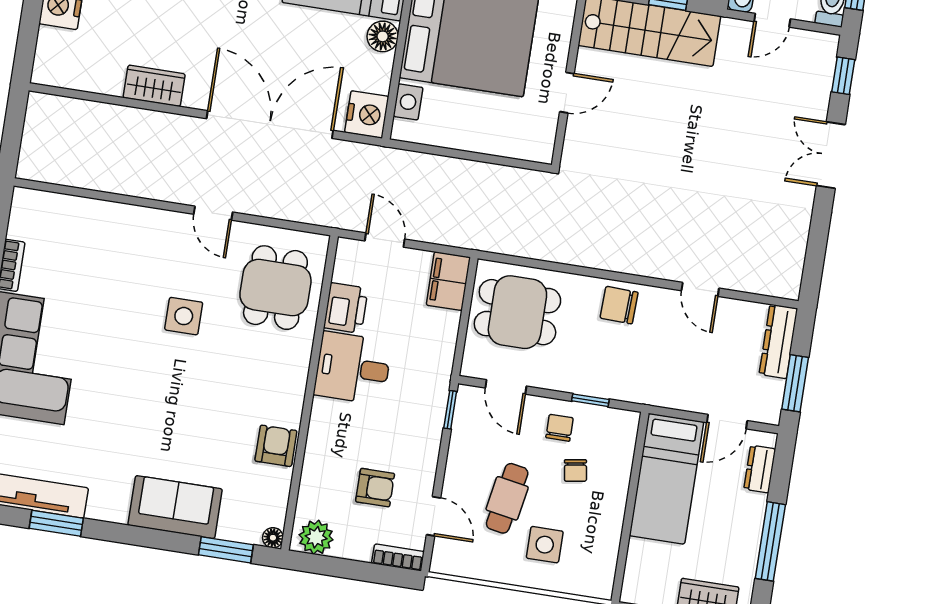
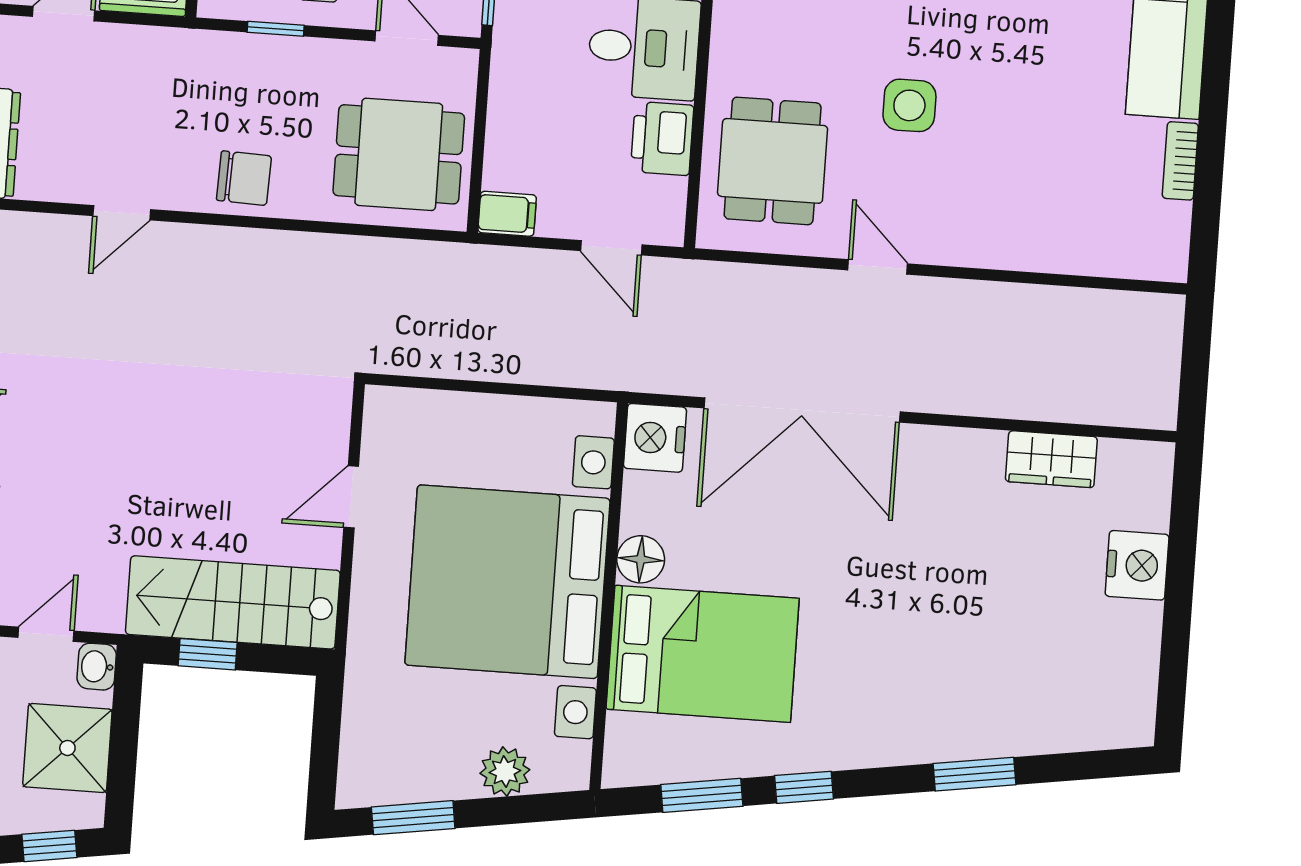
wardrobe: (154, 86) -> (1051, 459), moved
filing cabinet: (448, 281) -> (507, 214), width x0.50
door: (700, 289) -> (122, 213), swing flipped

